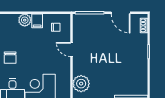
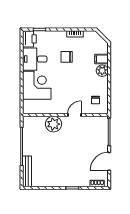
filing cabinet: (37, 21) -> (101, 59), moved
plant: (81, 84) -> (54, 124), moved

